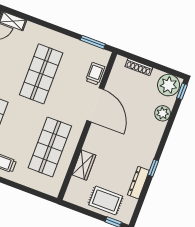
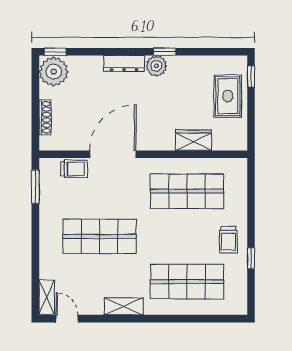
trolley: (95, 74) -> (74, 169), turned 180
plant: (163, 113) -> (156, 66), moved
dresser: (138, 183) -> (124, 63), moved

